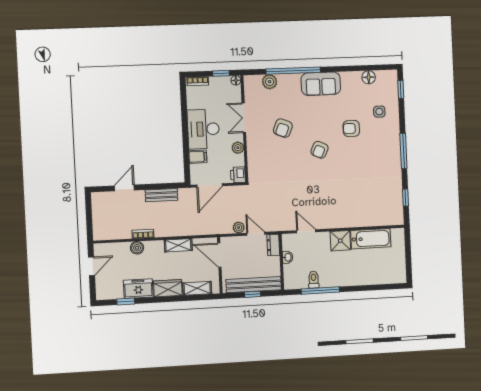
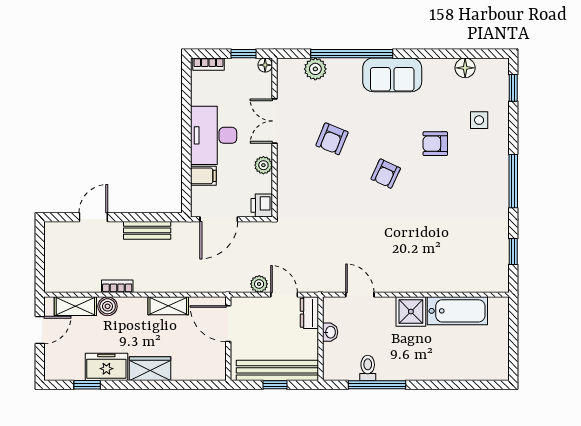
shelving: (197, 288) -> (75, 306), moved

